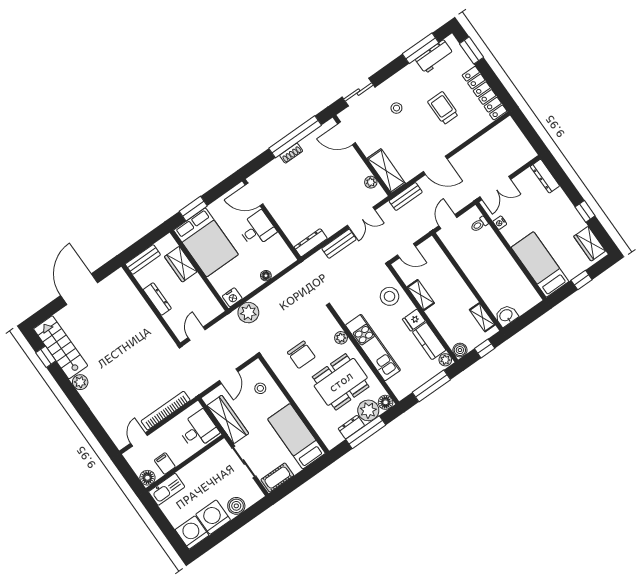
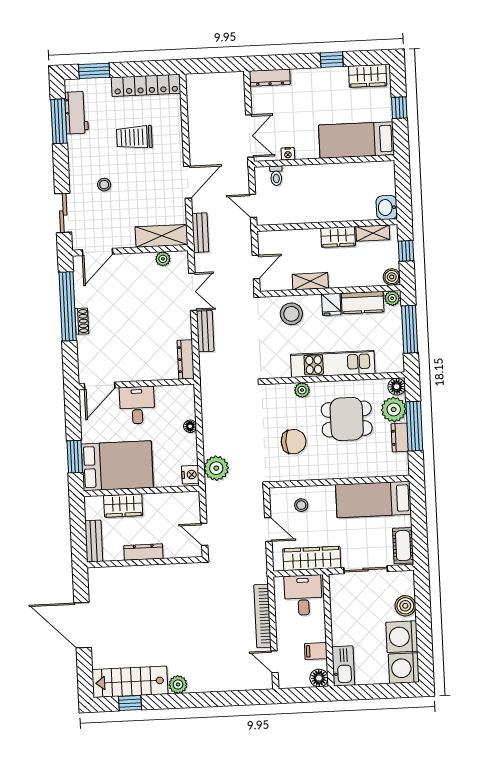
wardrobe: (464, 295) -> (338, 237), added
dining table: (341, 382) -> (347, 419), width x0.73

